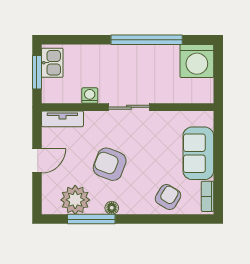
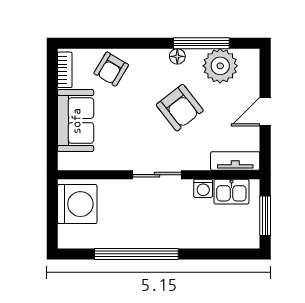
washing machine: (197, 61) -> (77, 204), moved, turned 90
kitchen sink: (52, 63) -> (231, 192), moved, turned -90
armchair: (110, 164) -> (180, 108), turned 31

